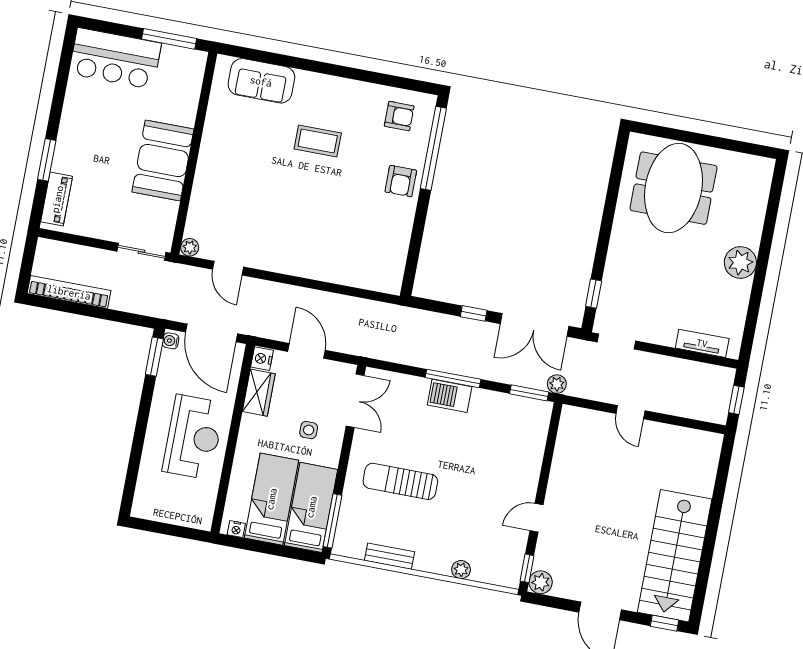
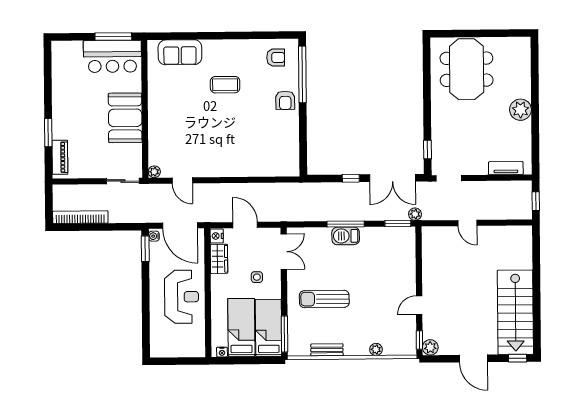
bar counter: (115, 58) -> (112, 56), moved

